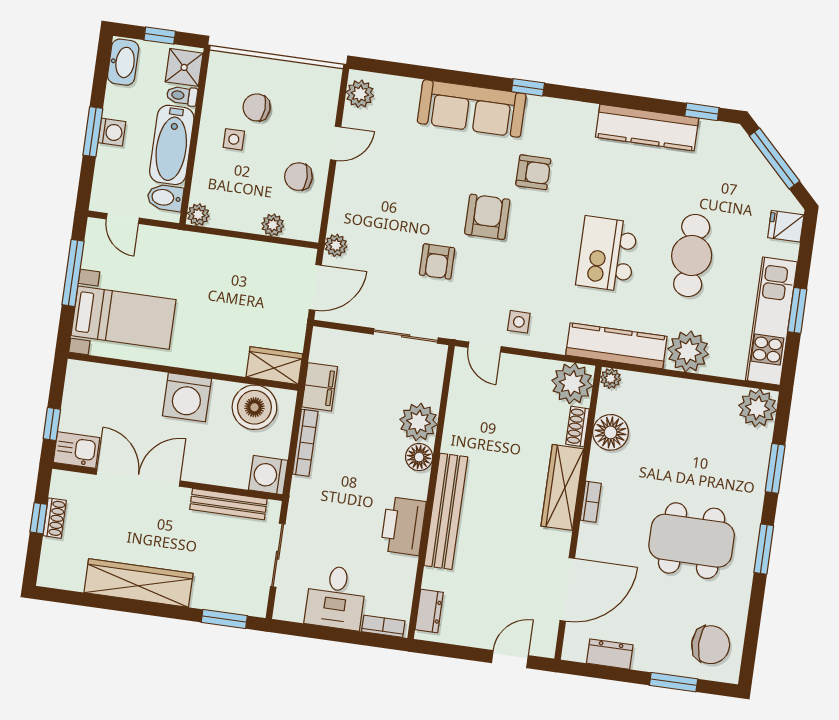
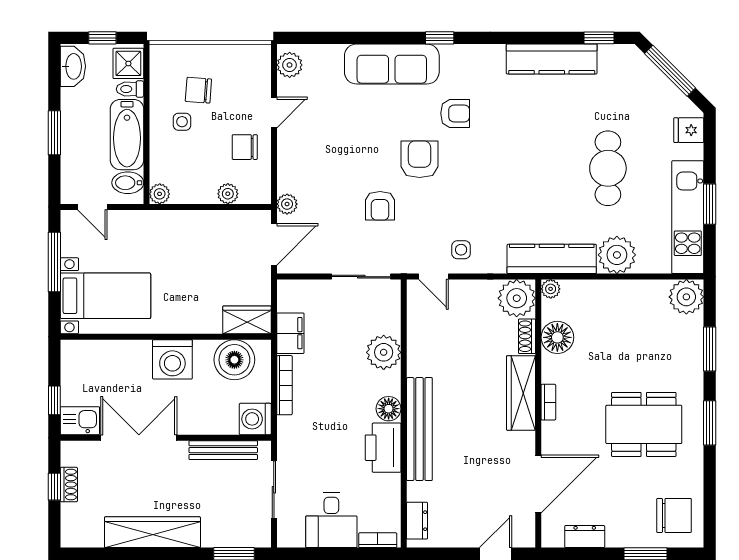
washing machine: (112, 132) -> (72, 131), removed
kitchen island: (607, 254) -> (531, 178), removed
floor lamp: (419, 457) -> (389, 409), moved

